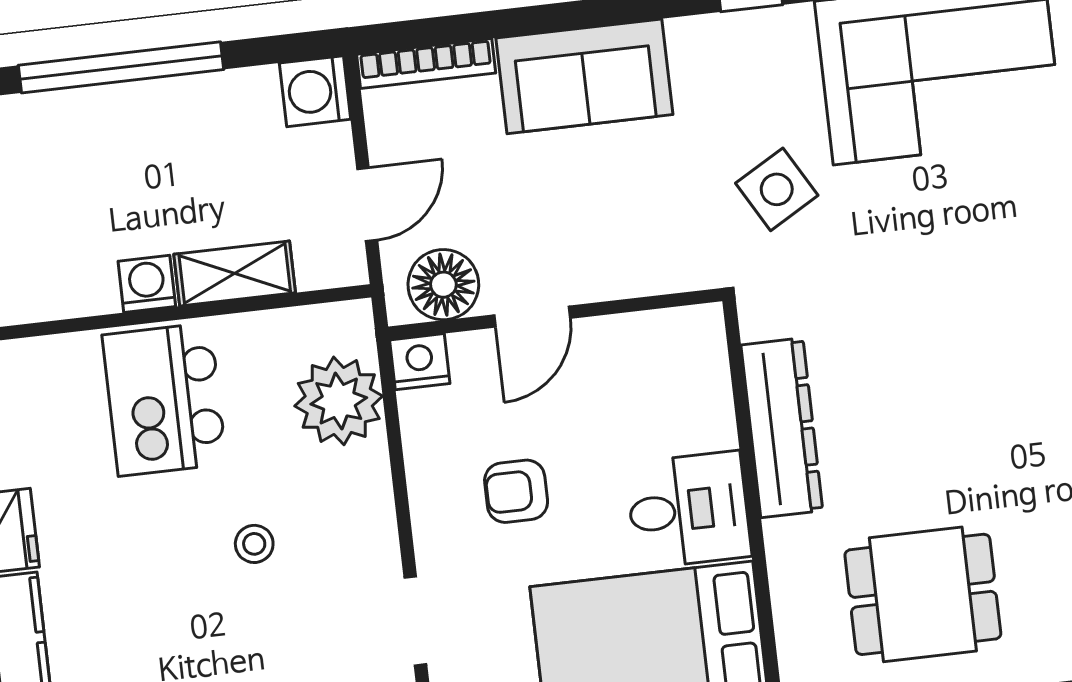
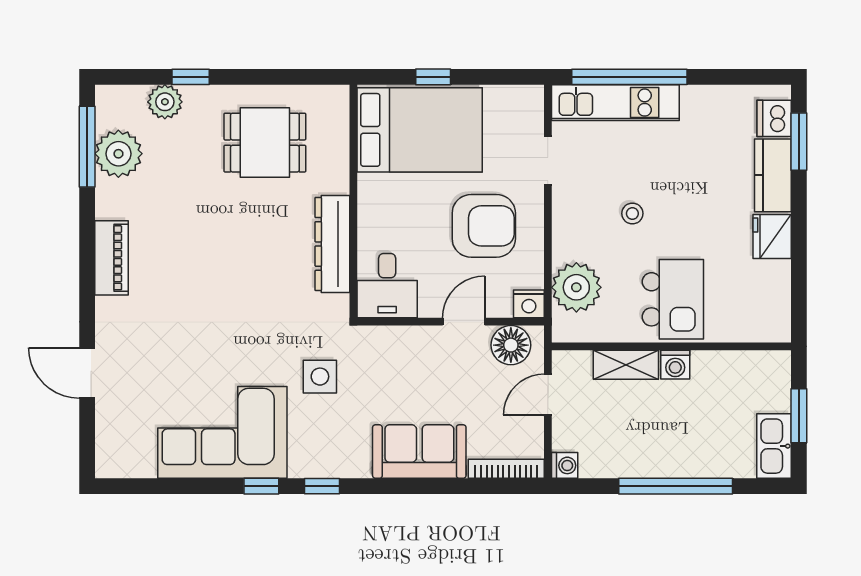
washing machine: (315, 91) -> (565, 465), width x0.73, depth x0.73
side table: (777, 189) -> (320, 377), turned 30
armchair: (516, 491) -> (484, 226), width x1.88, depth x1.88
desk: (688, 510) -> (387, 286), moved, turned -90

